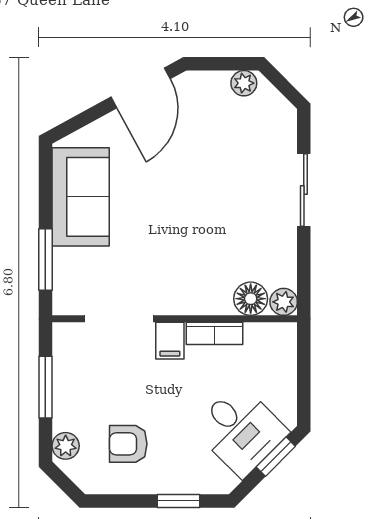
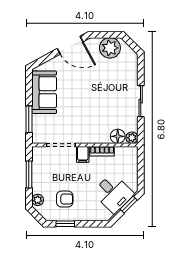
plant: (244, 83) -> (110, 48), width x1.88, depth x1.88
door: (141, 88) -> (70, 45), hinge flipped
sliding door: (304, 190) -> (141, 101), moved
armchair: (128, 444) -> (65, 199), turned 180
window: (179, 501) -> (65, 224), moved

